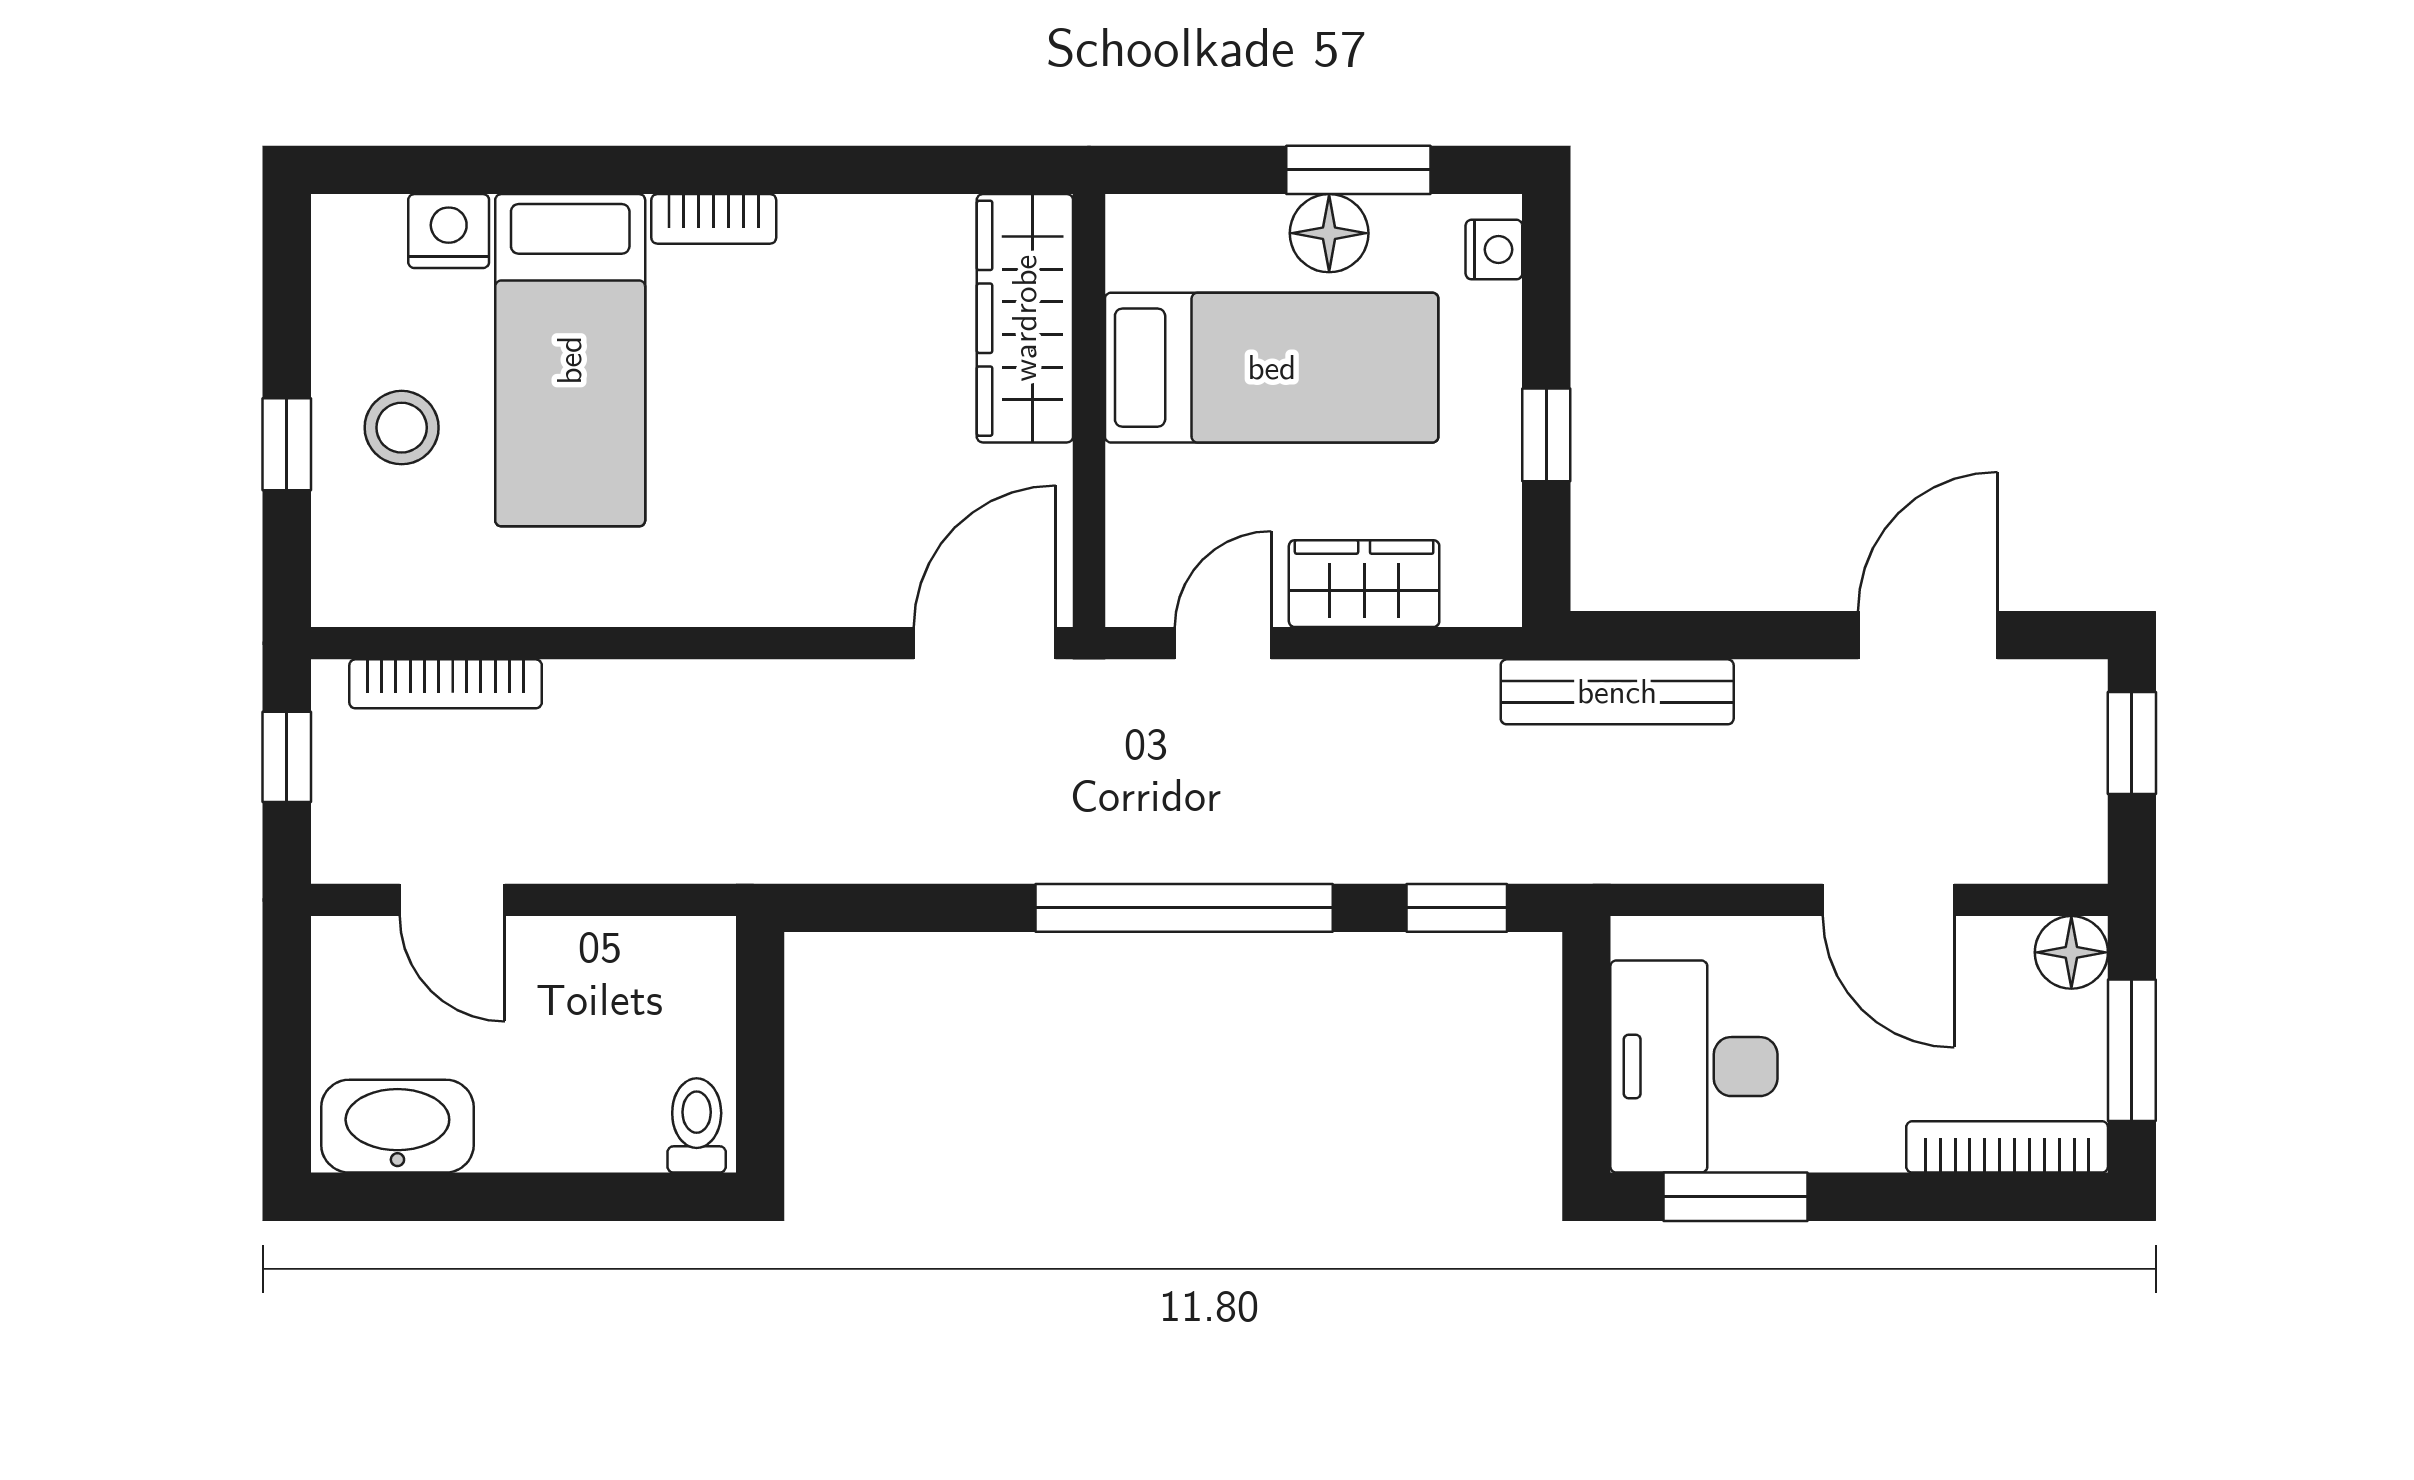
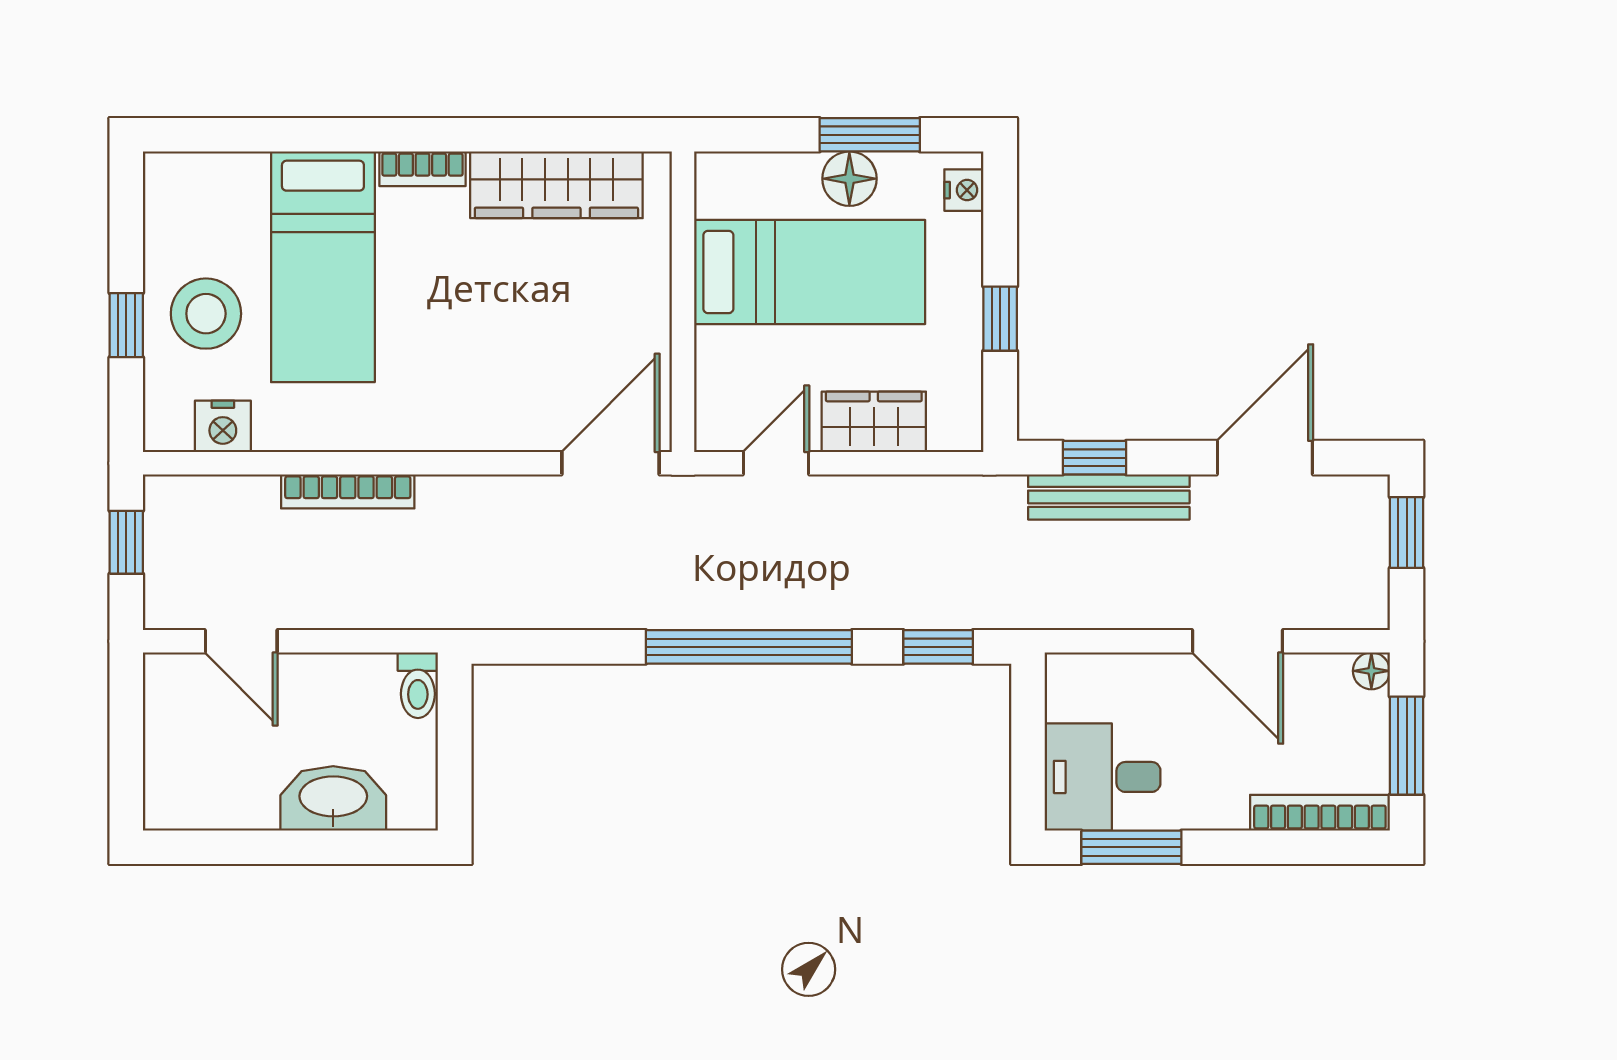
nightstand: (449, 231) -> (223, 426), moved, turned 180
wardrobe: (1025, 318) -> (556, 185), moved, turned -90
stool: (402, 428) -> (206, 314), width x1.38, depth x1.38
window: (1682, 635) -> (1095, 458), added
bookcase: (446, 684) -> (348, 491), moved
bench: (1617, 692) -> (1109, 497), moved
floor lamp: (2071, 952) -> (1371, 671), width x0.73, depth x0.73
desk: (1694, 1067) -> (1103, 777), width x0.73
toilet: (697, 1125) -> (418, 685), moved, turned 180
washbasin: (397, 1126) -> (333, 798), moved

